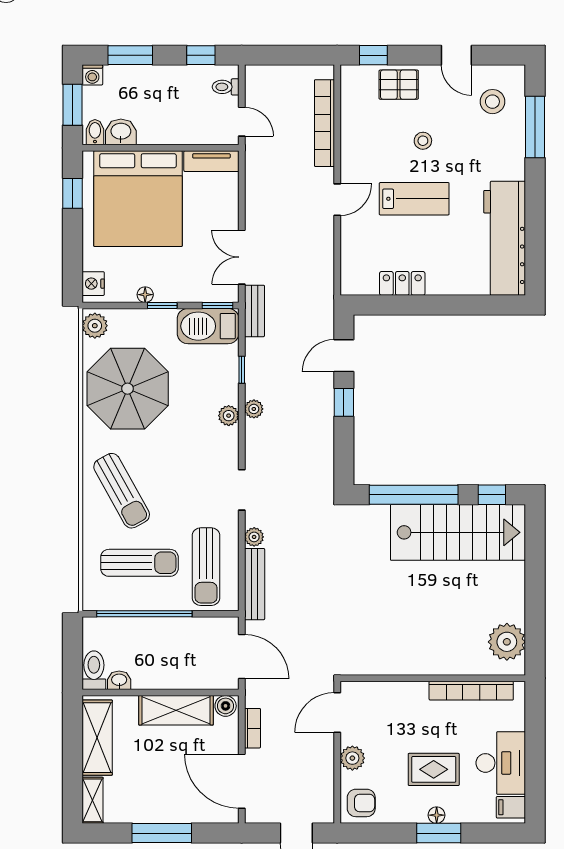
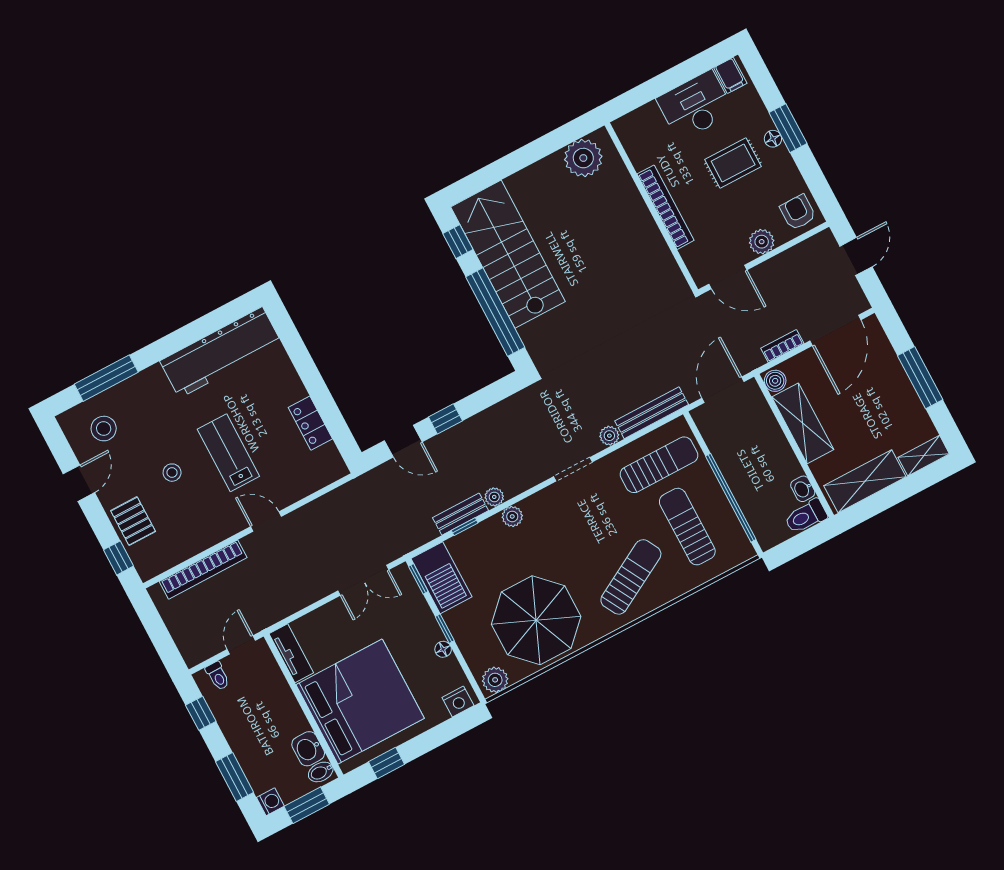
bench: (254, 311) -> (461, 514), moved
bookcase: (471, 691) -> (666, 207), moved
rug: (434, 769) -> (733, 163), turned 90

